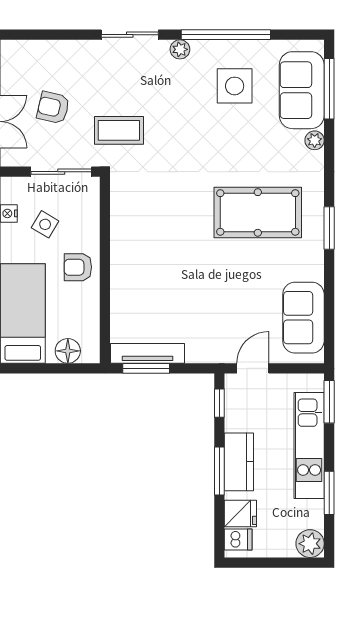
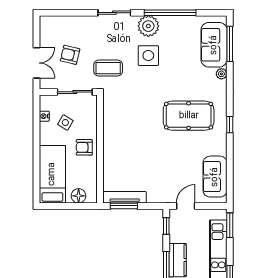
plant: (180, 49) -> (148, 26), width x1.87, depth x1.87
side table: (235, 86) -> (148, 56), moved
window: (329, 228) -> (230, 125), width x0.67

